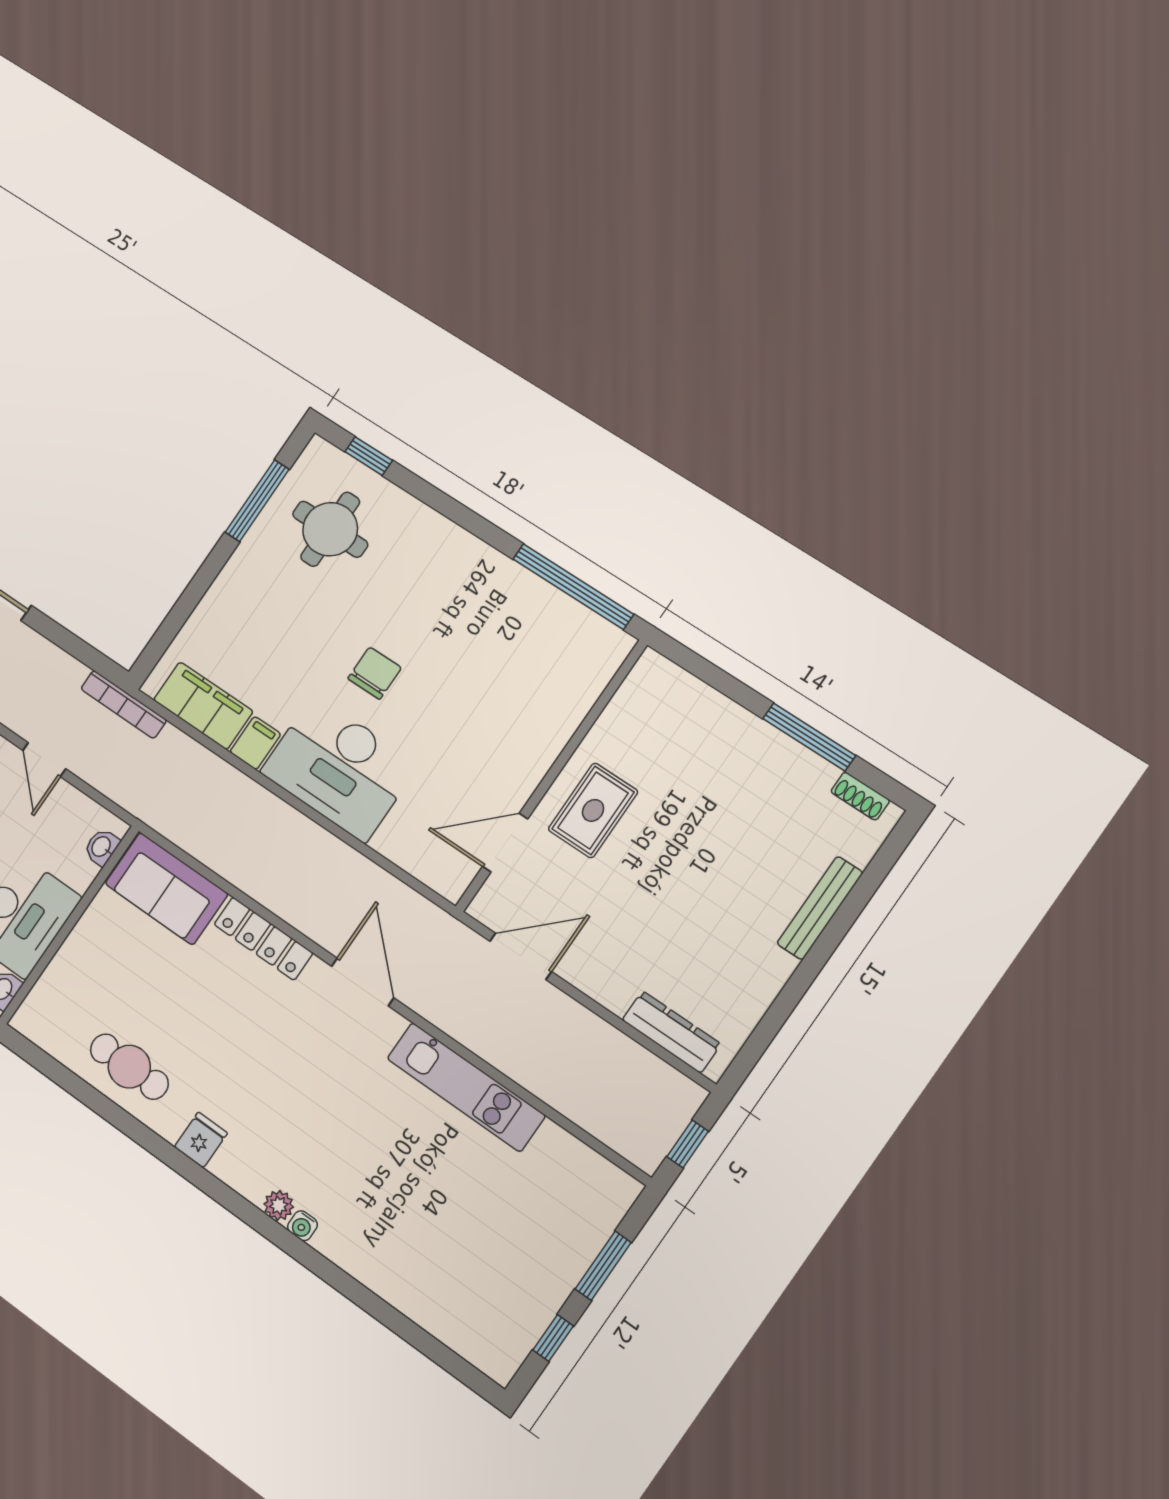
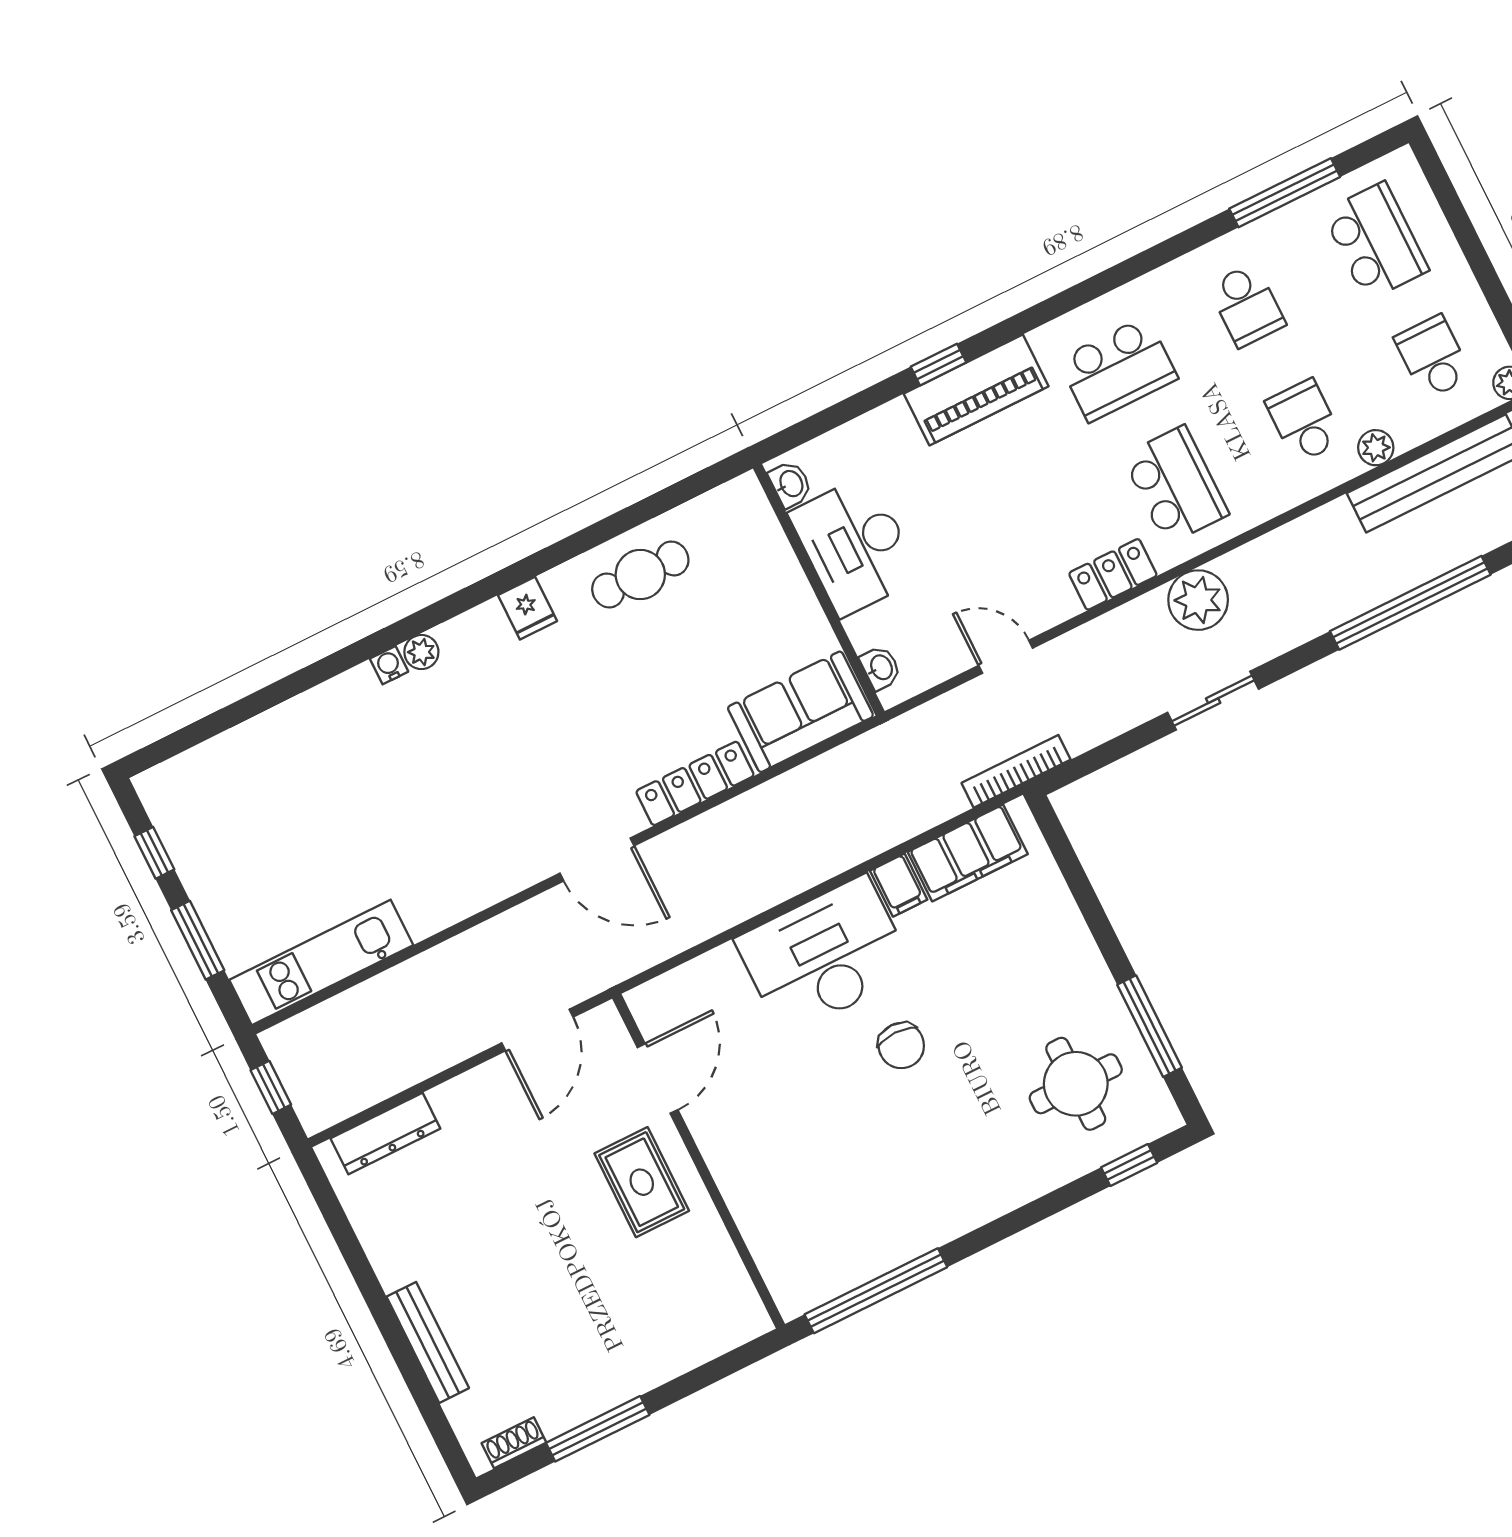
kitchen unit: (466, 1087) -> (321, 962), moved

